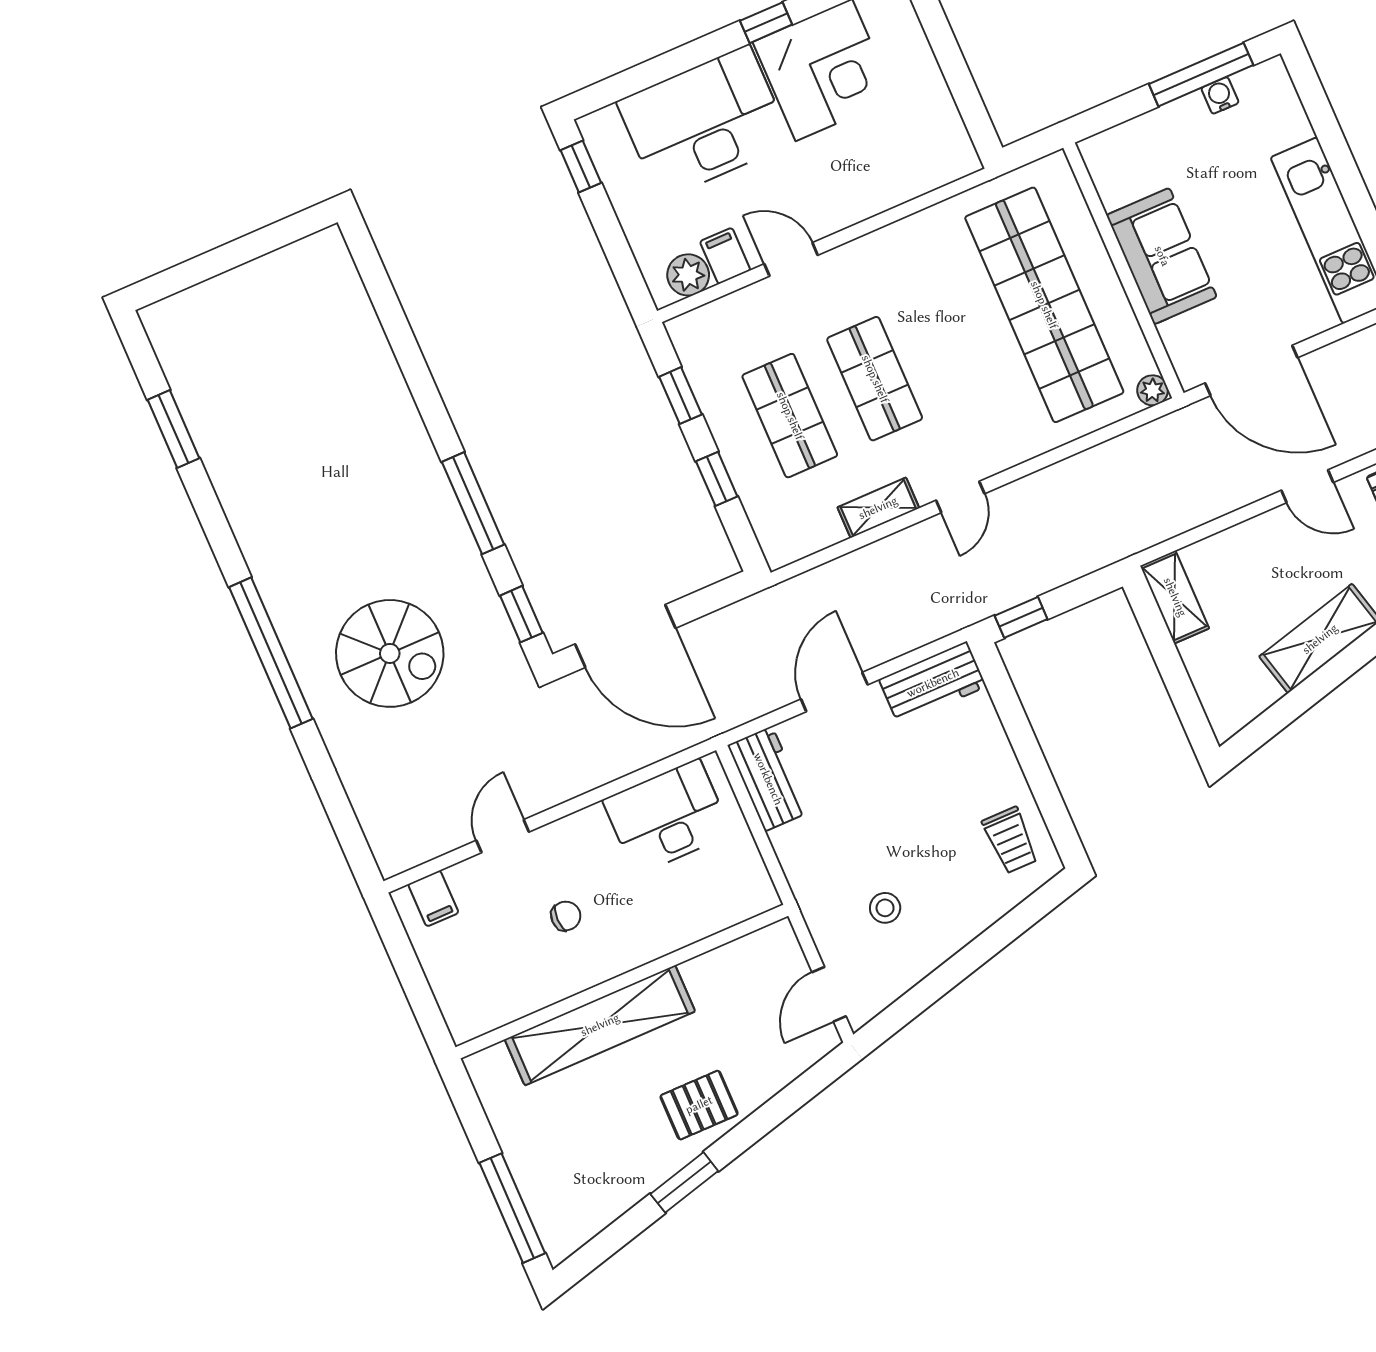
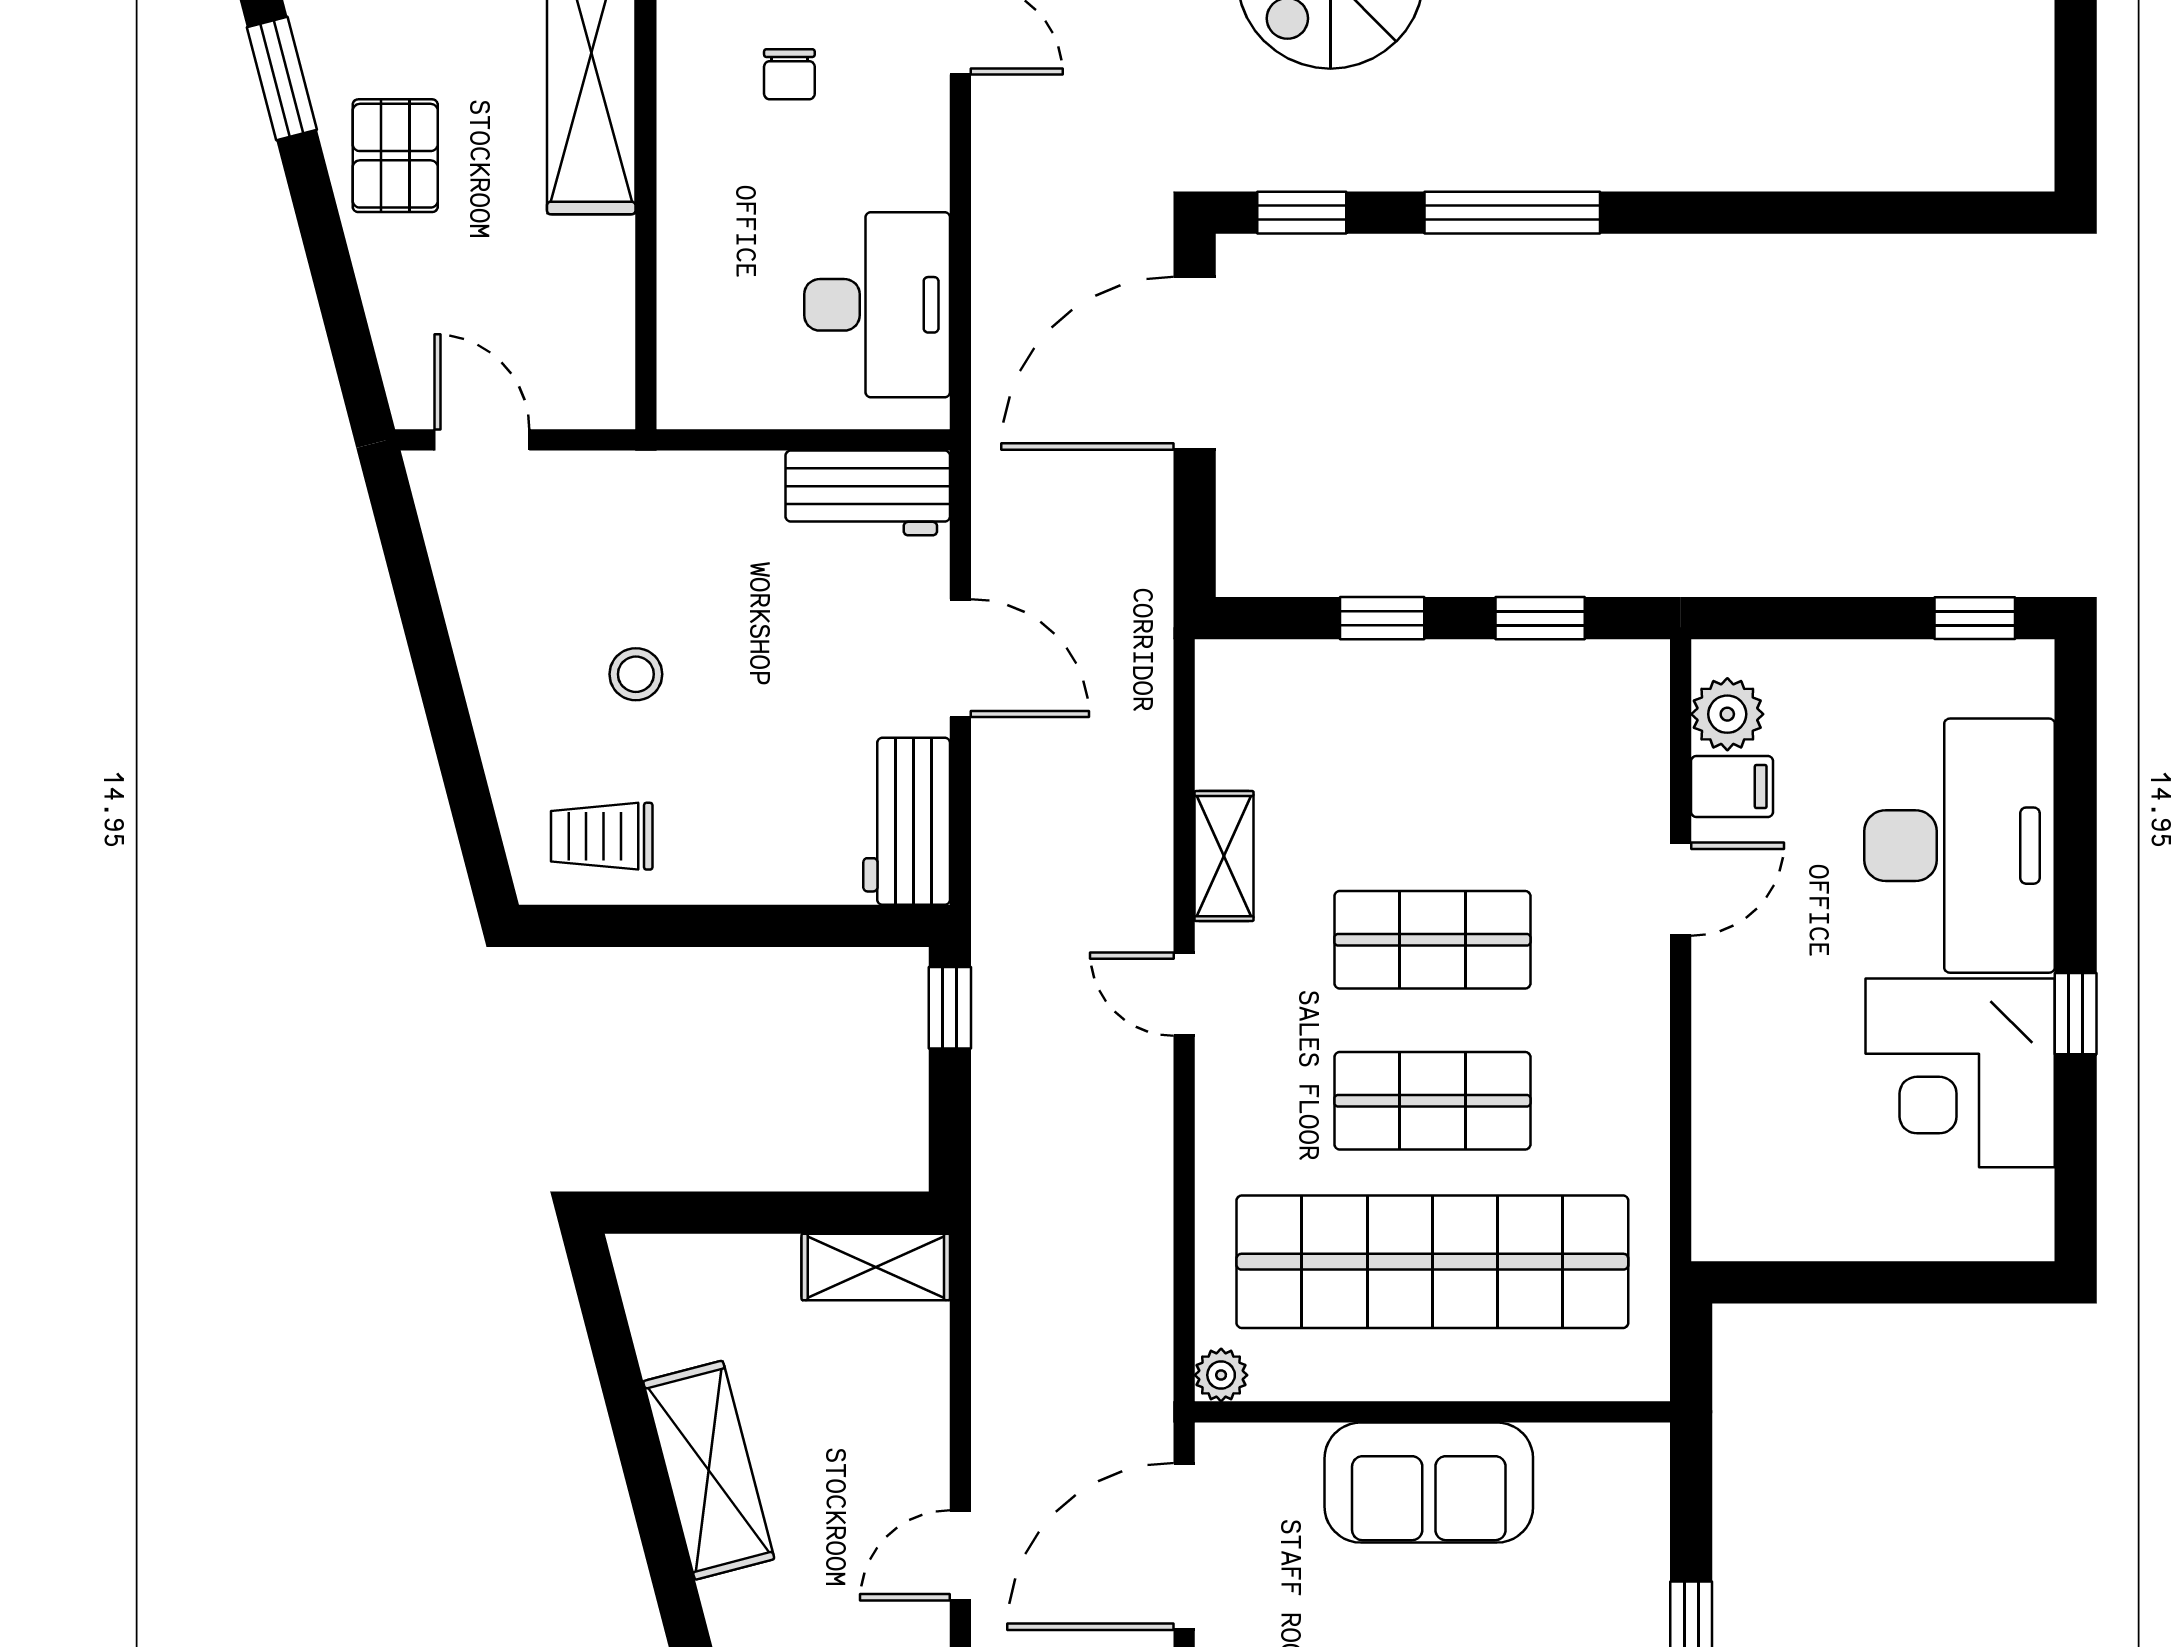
shop shelf: (790, 416) -> (1432, 1101), moved
stool: (885, 908) -> (636, 674), moved

